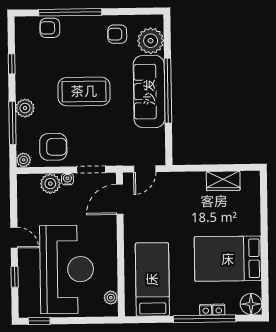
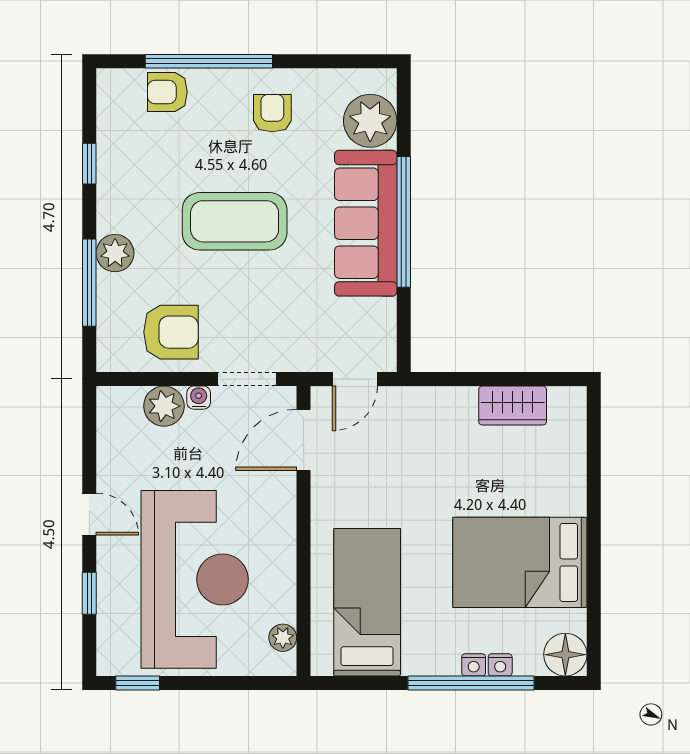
armchair: (117, 34) -> (272, 113), moved, turned 90
plant: (24, 160) -> (111, 358), removed

